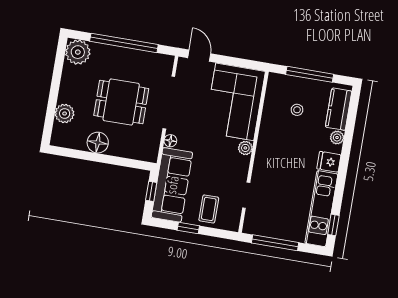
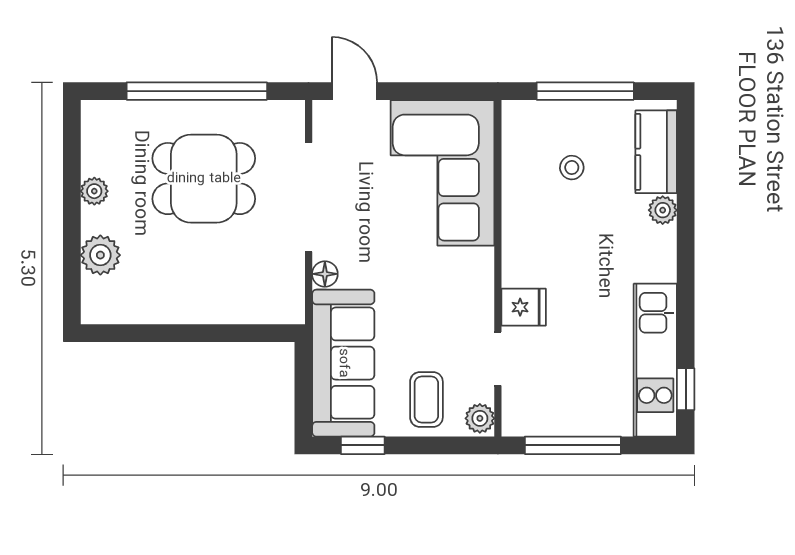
plant: (78, 52) -> (94, 191), moved, width x0.53, depth x0.53
dining table: (121, 102) -> (204, 179), moved
floor lamp: (98, 143) -> (178, 303), removed
plant: (245, 148) -> (480, 418), moved
fridge: (329, 162) -> (524, 307), moved, turned 180
window: (151, 191) -> (303, 384), removed
window: (188, 228) -> (363, 445), moved

